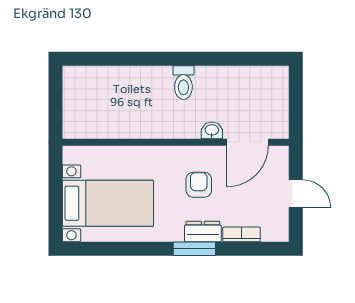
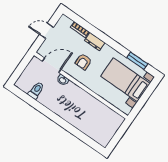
toilet: (183, 83) -> (36, 90), moved
door: (296, 194) -> (47, 31), hinge flipped
window: (194, 249) -> (137, 61), moved

